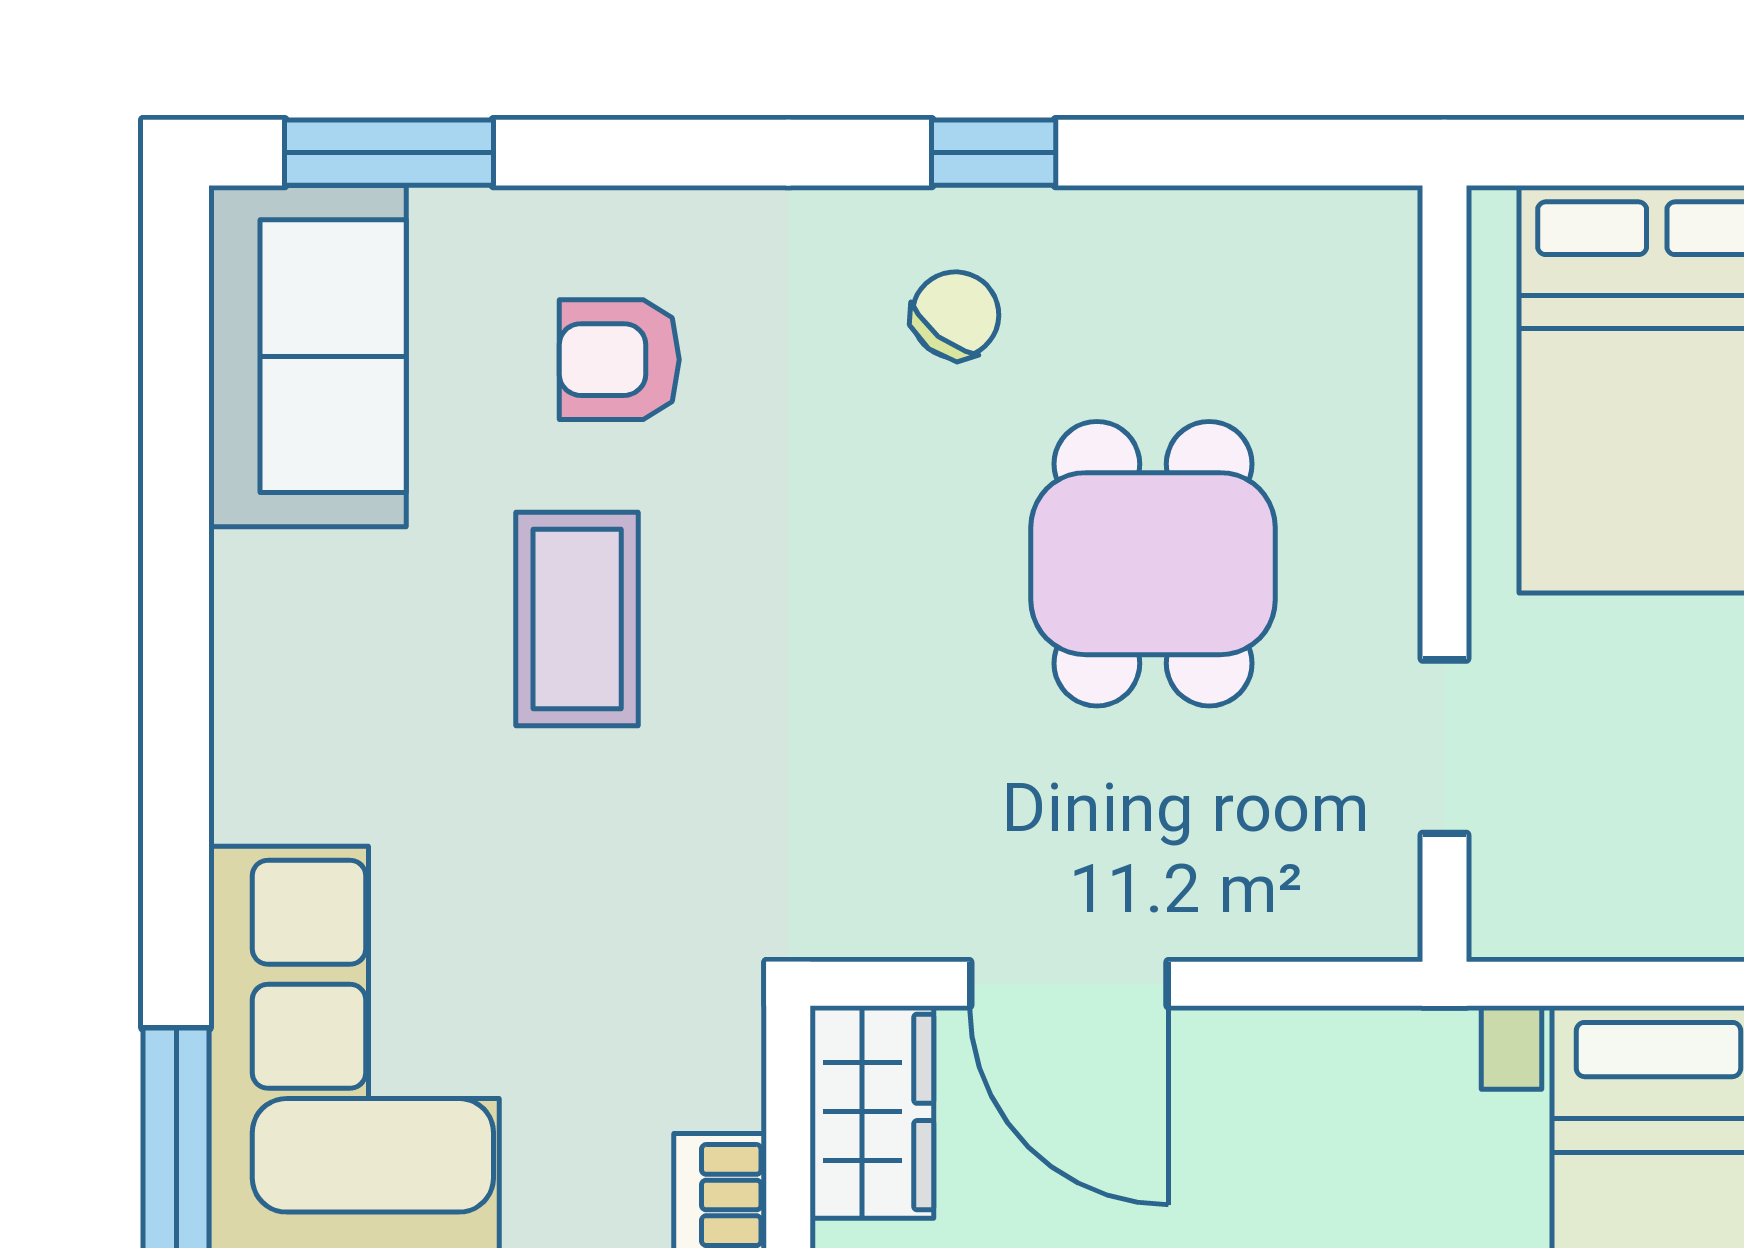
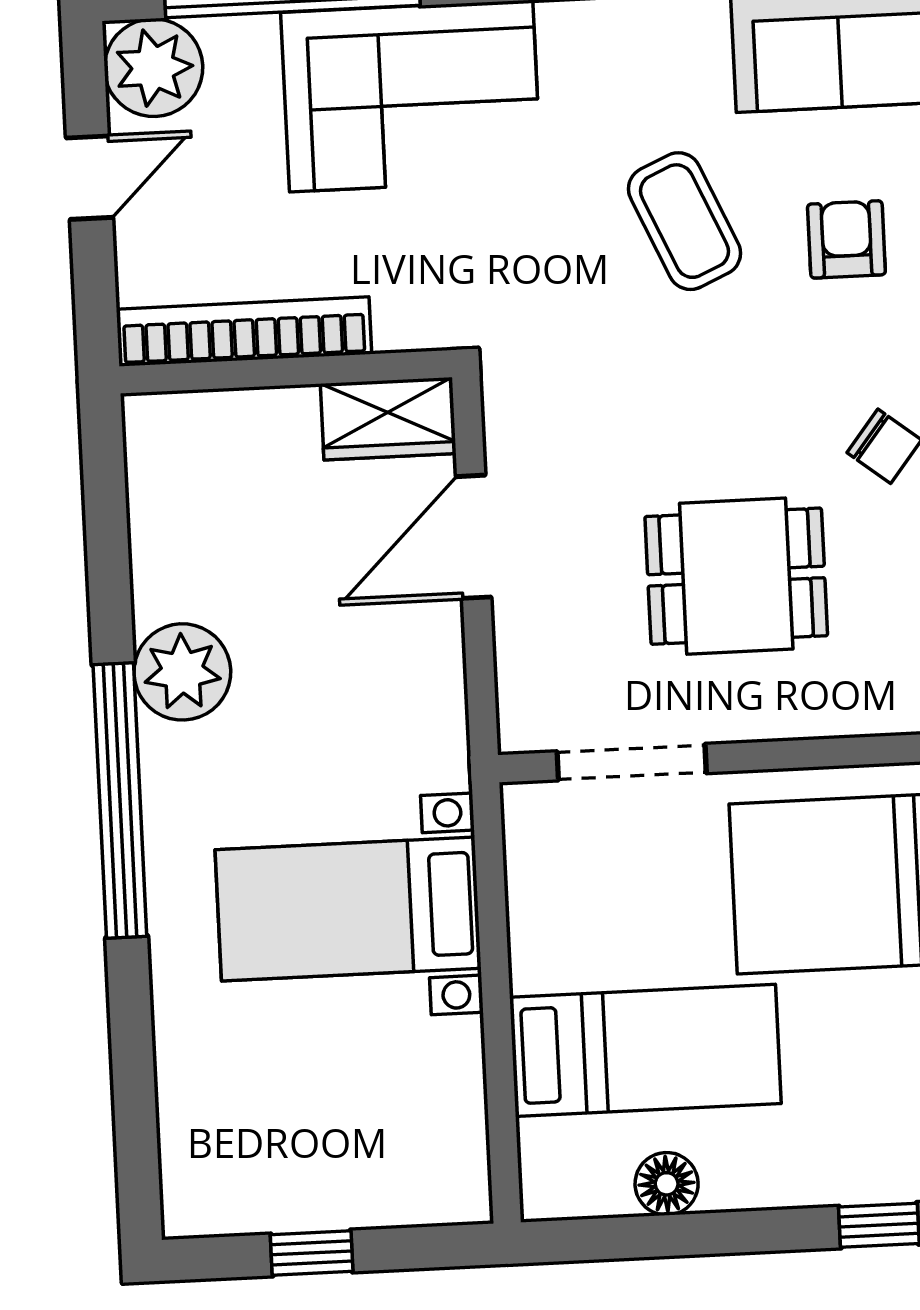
coffee table: (577, 619) -> (685, 221), turned 66
doorway: (1444, 747) -> (632, 762), width x1.38

